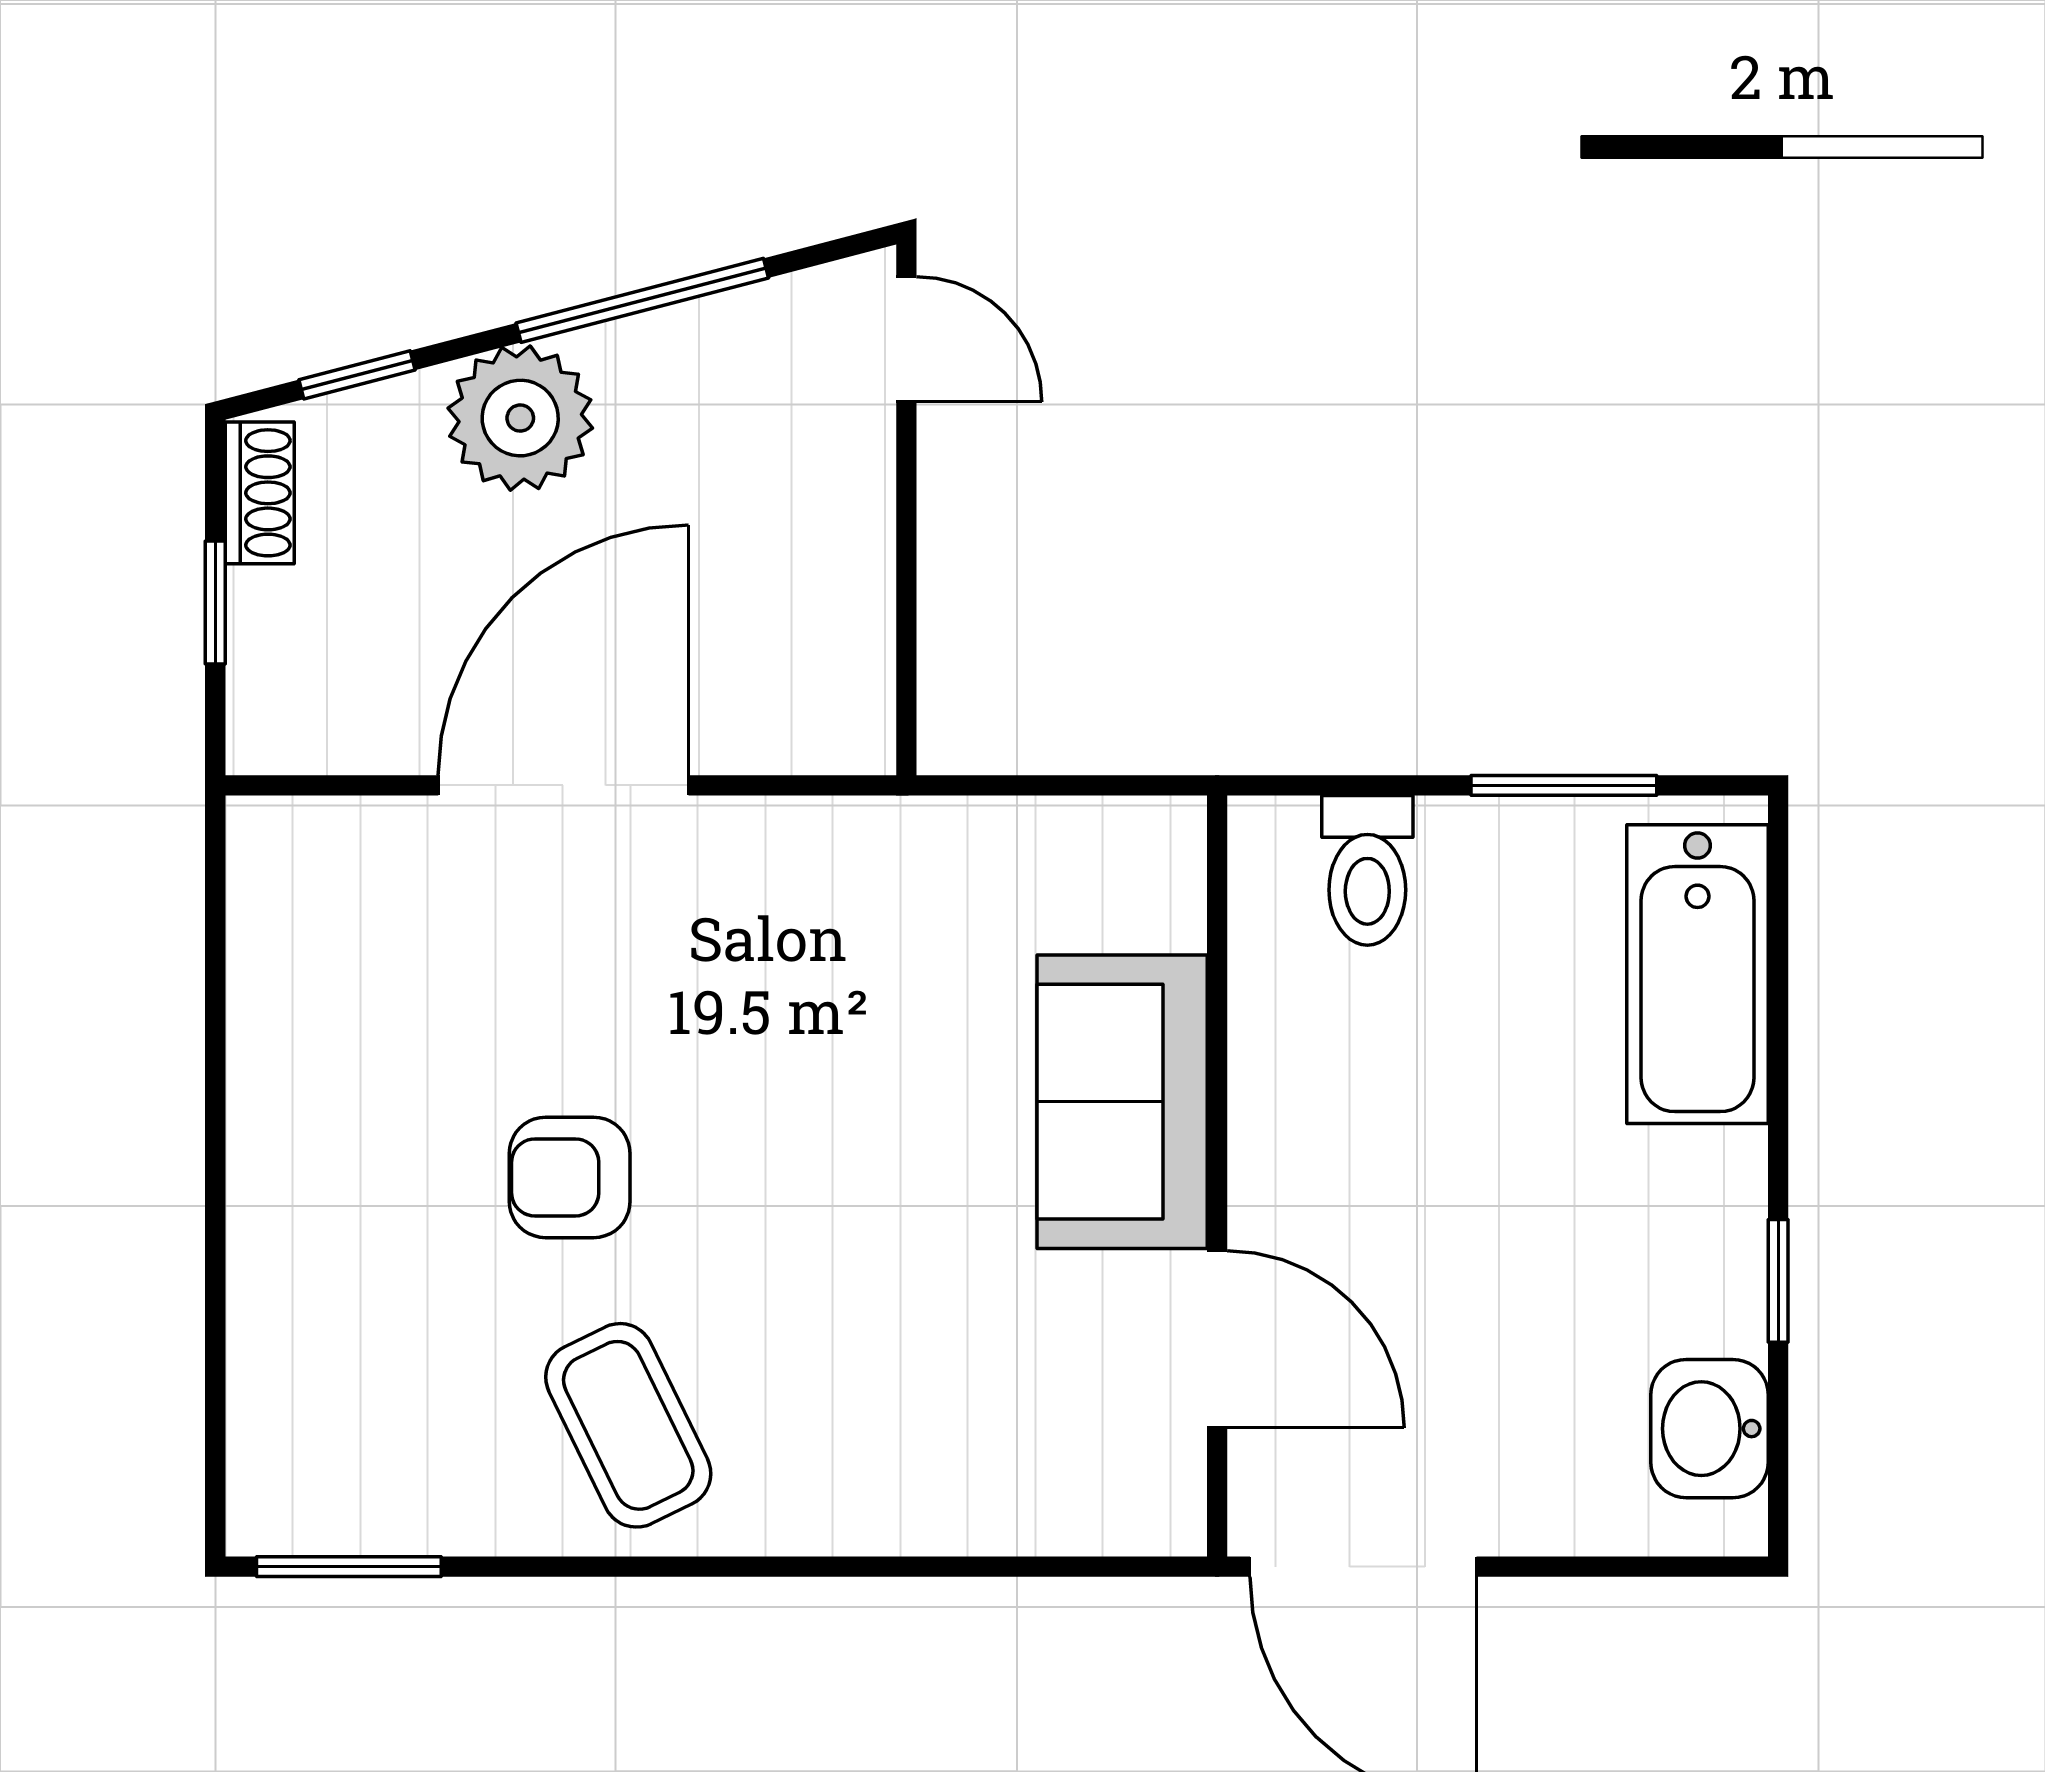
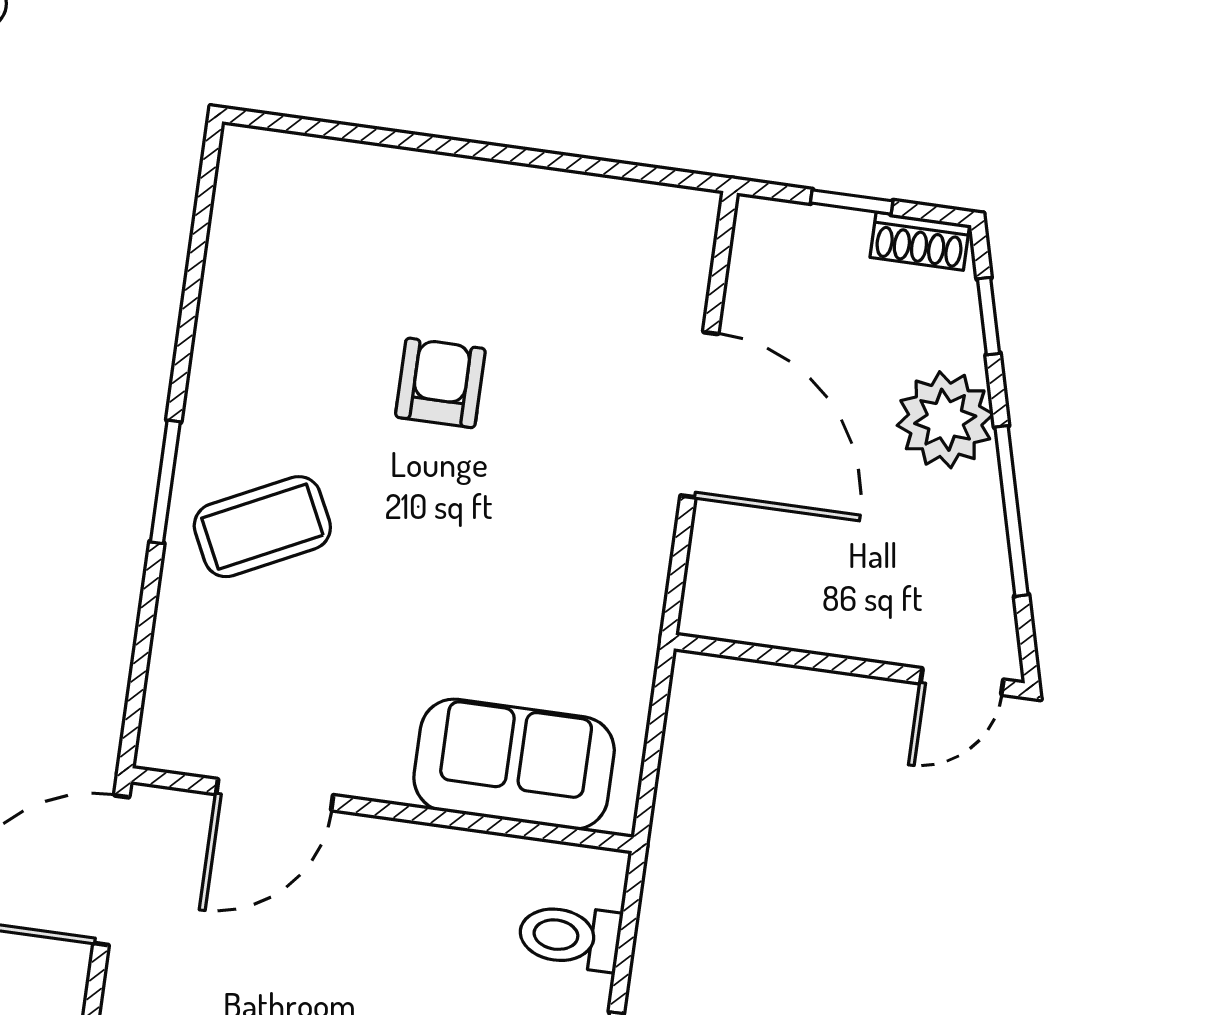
sofa: (1122, 1102) -> (514, 764), moved
coffee table: (628, 1425) -> (262, 527), moved
window: (349, 1567) -> (165, 482), moved

